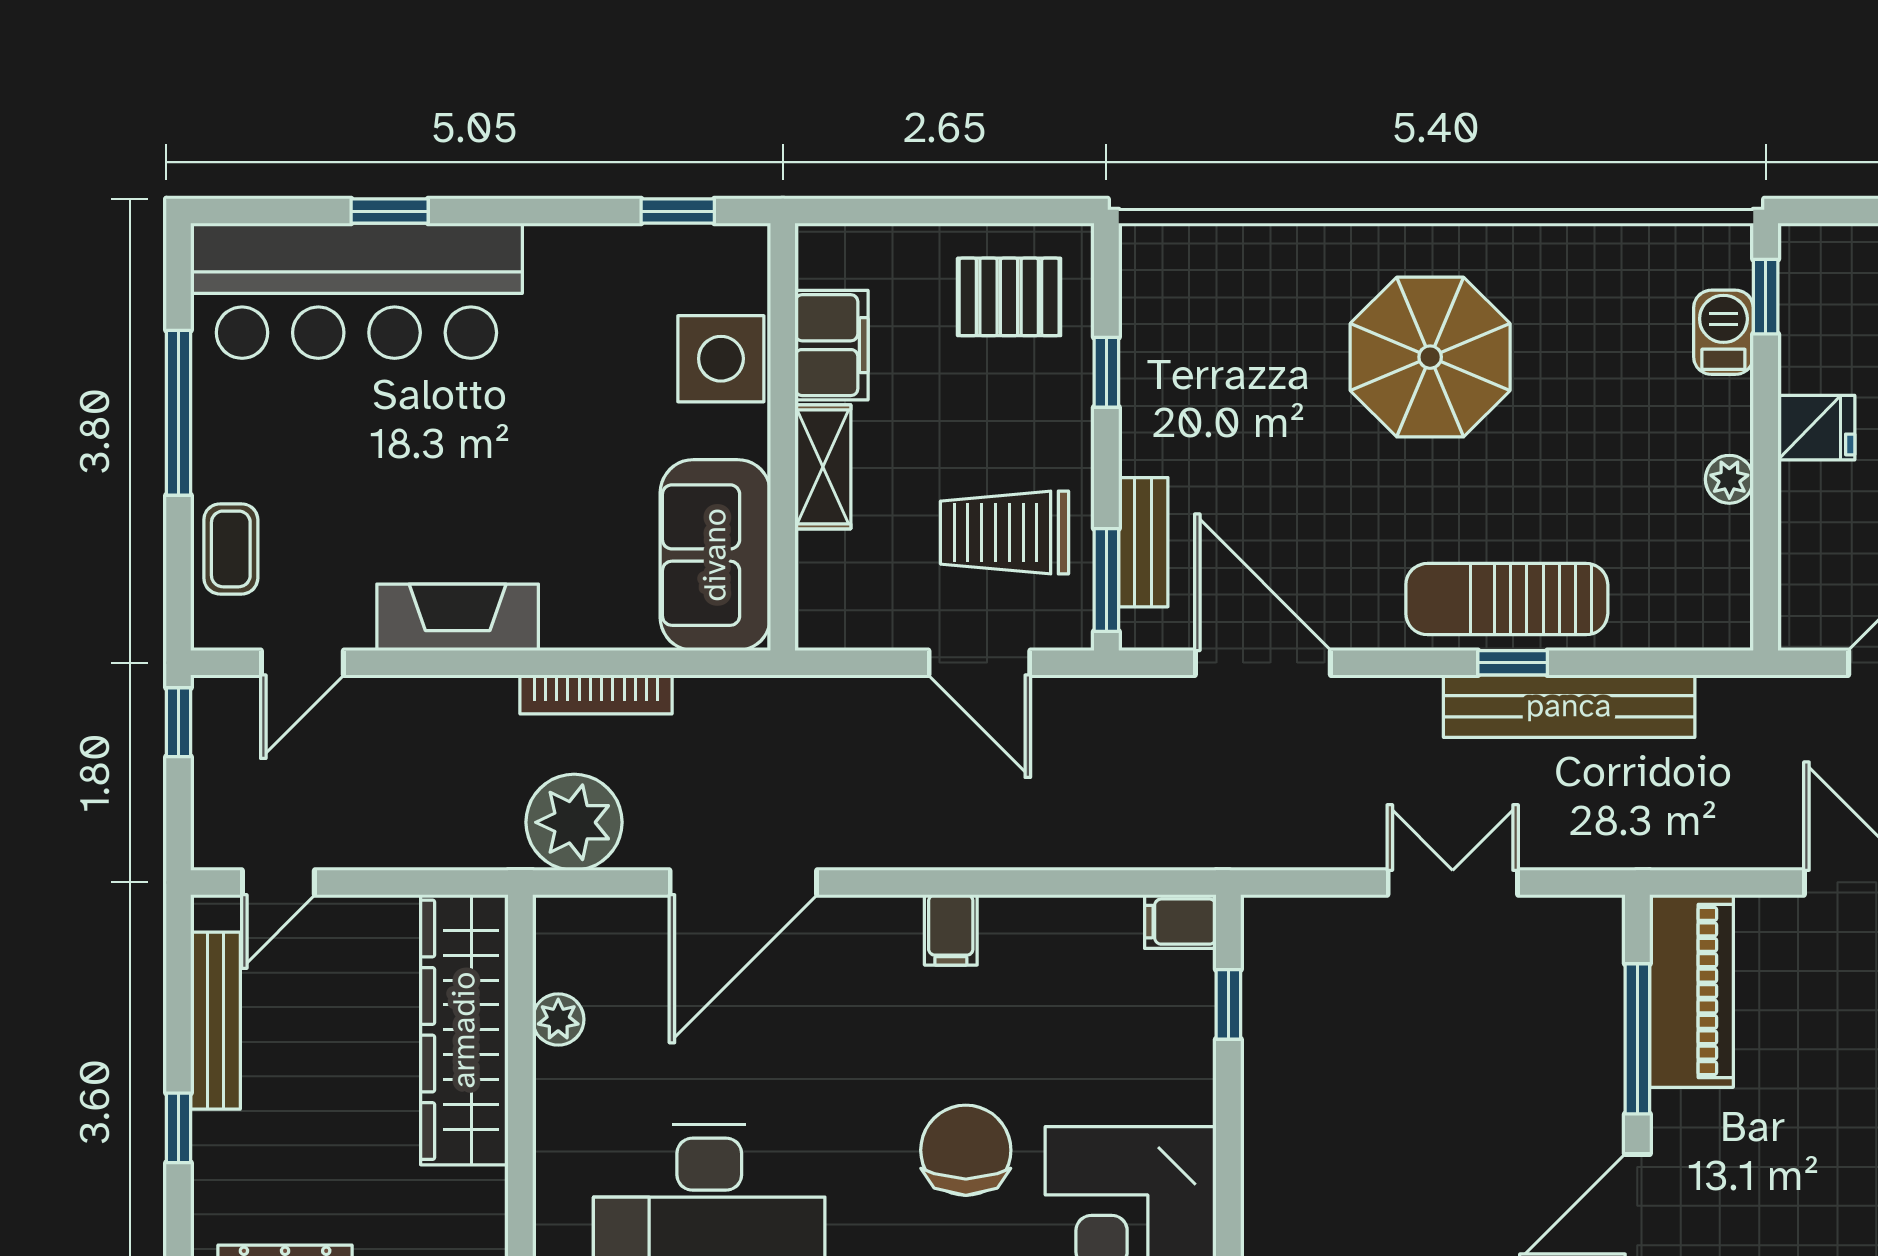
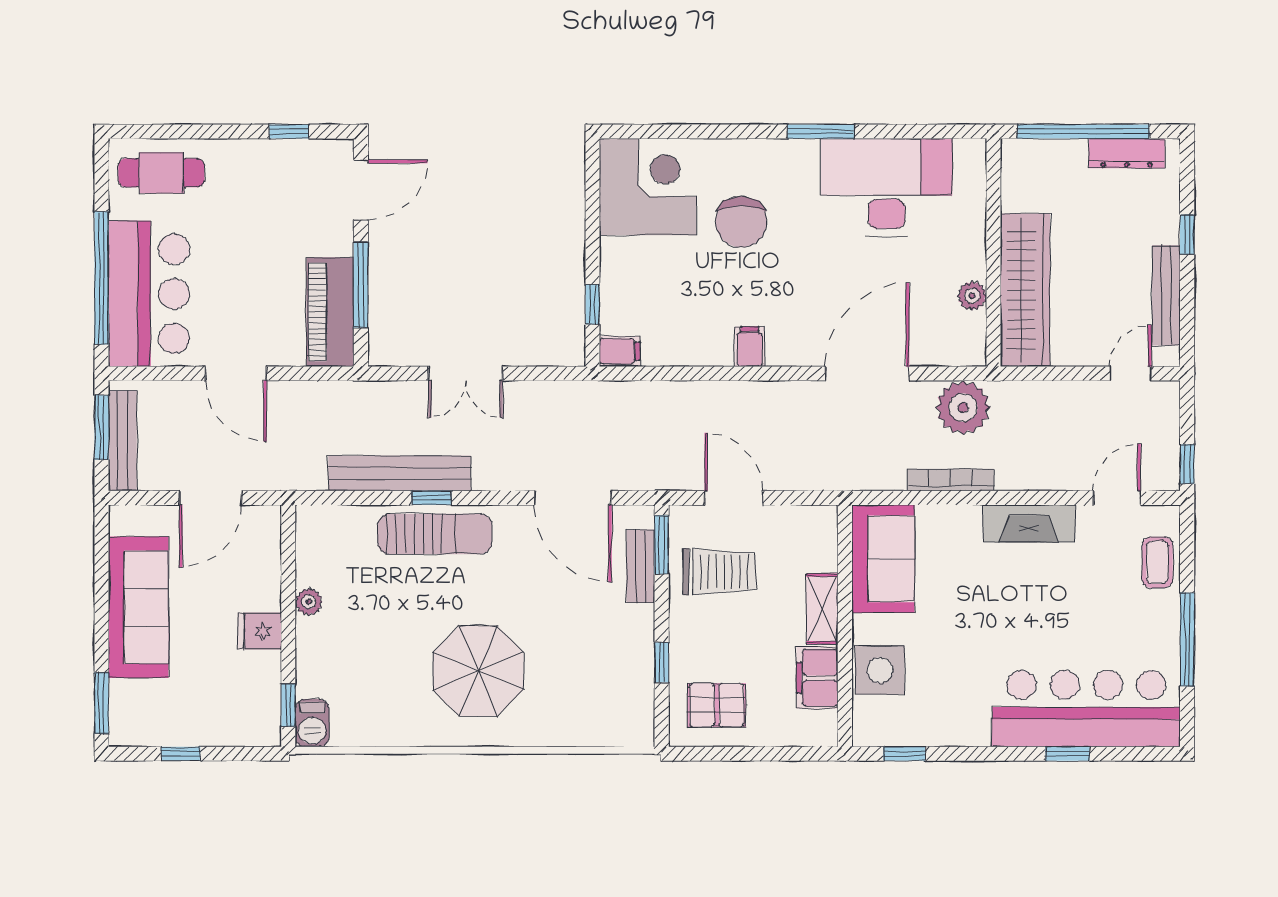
barbecue: (1723, 332) -> (312, 723), moved

